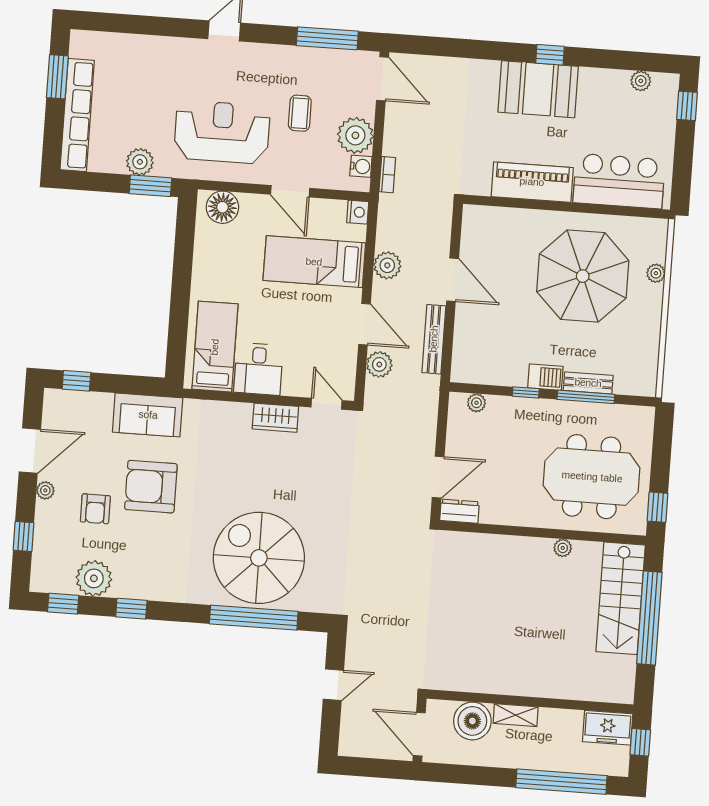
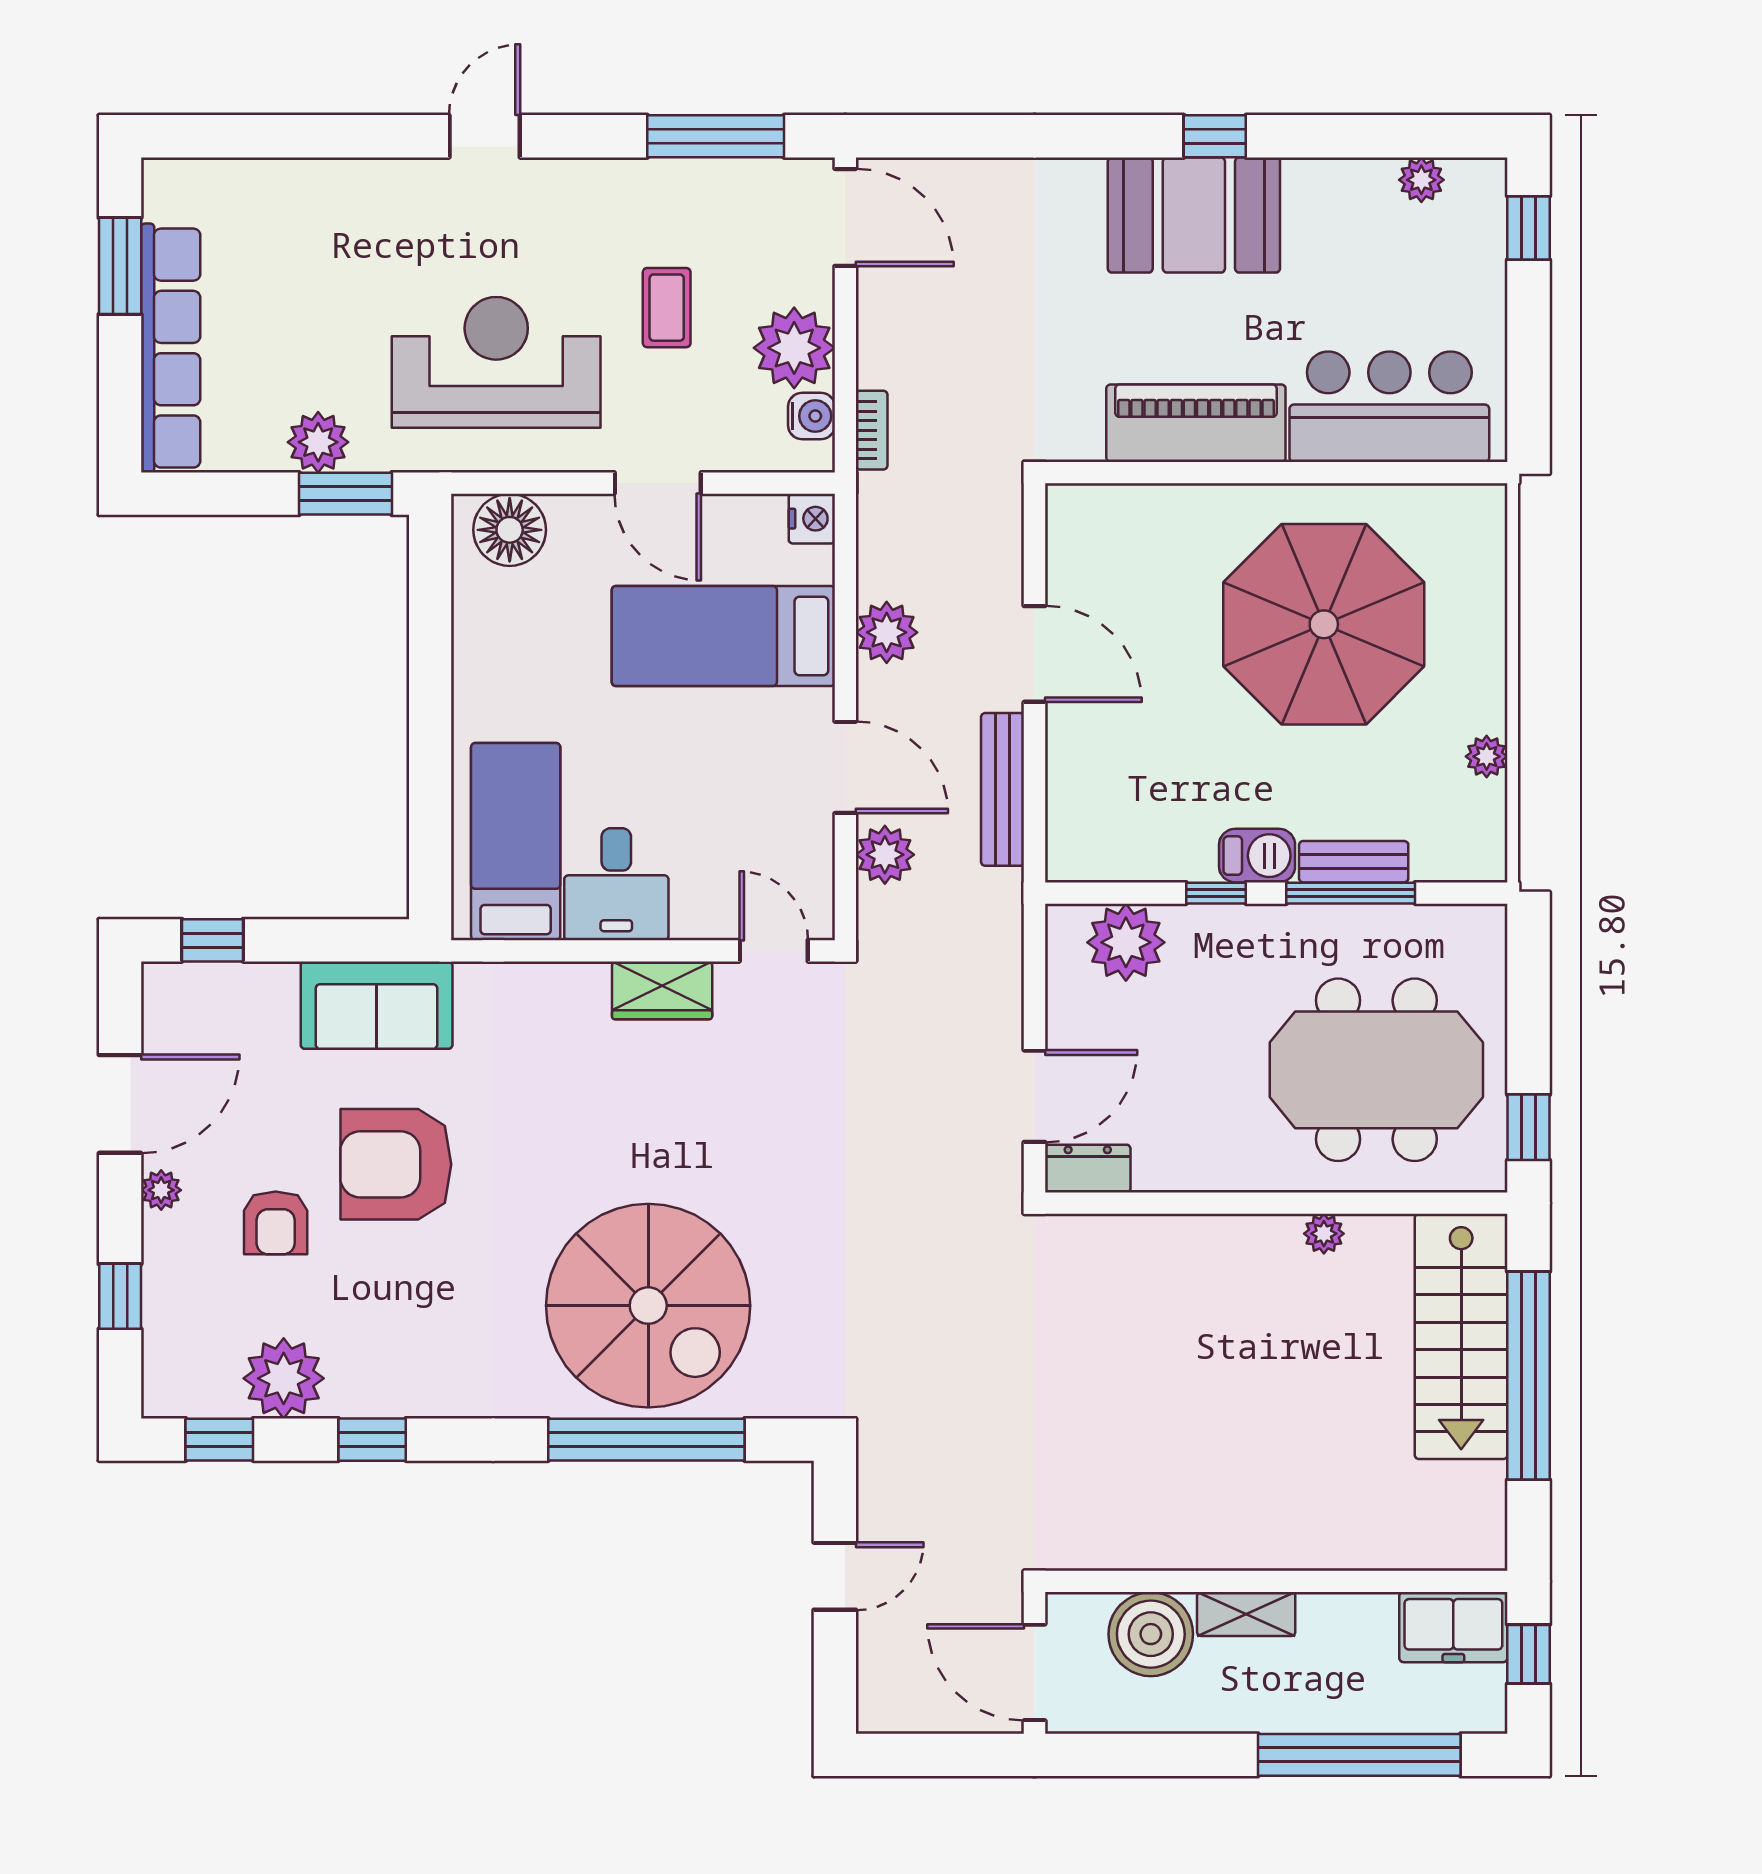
plant: (656, 273) -> (1487, 756), moved
plant: (476, 403) -> (1126, 942), width x1.88, depth x1.88
spiral stairs: (259, 558) -> (648, 1306), turned 180

